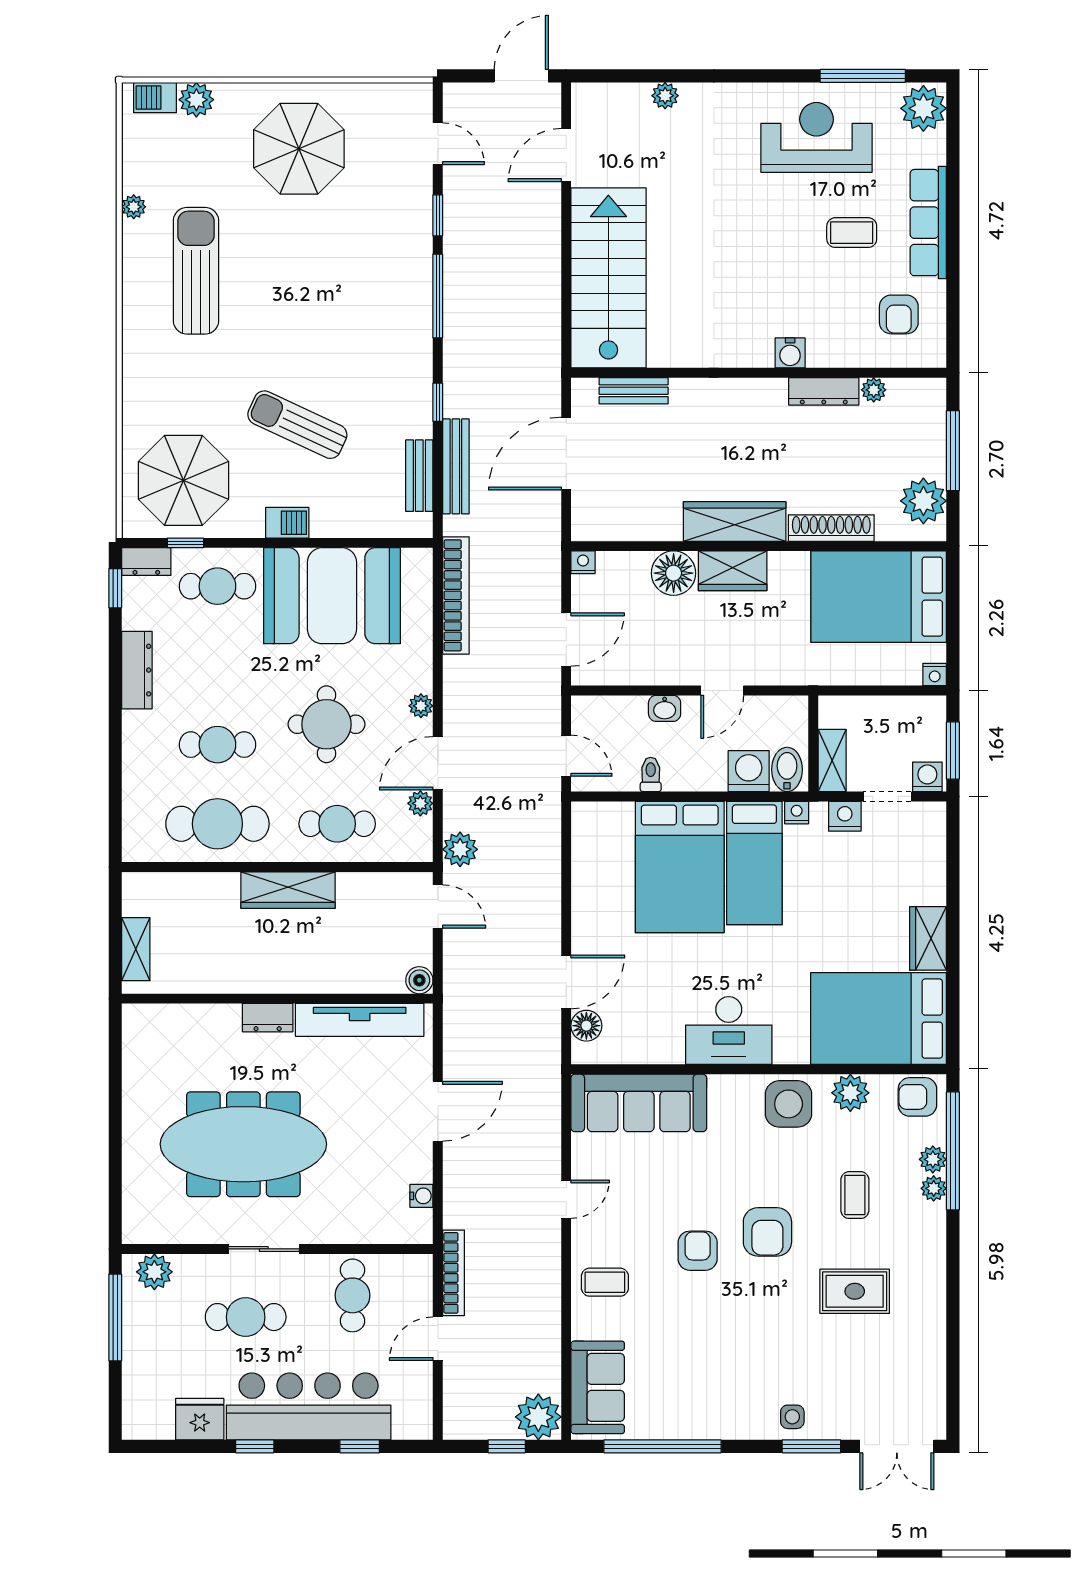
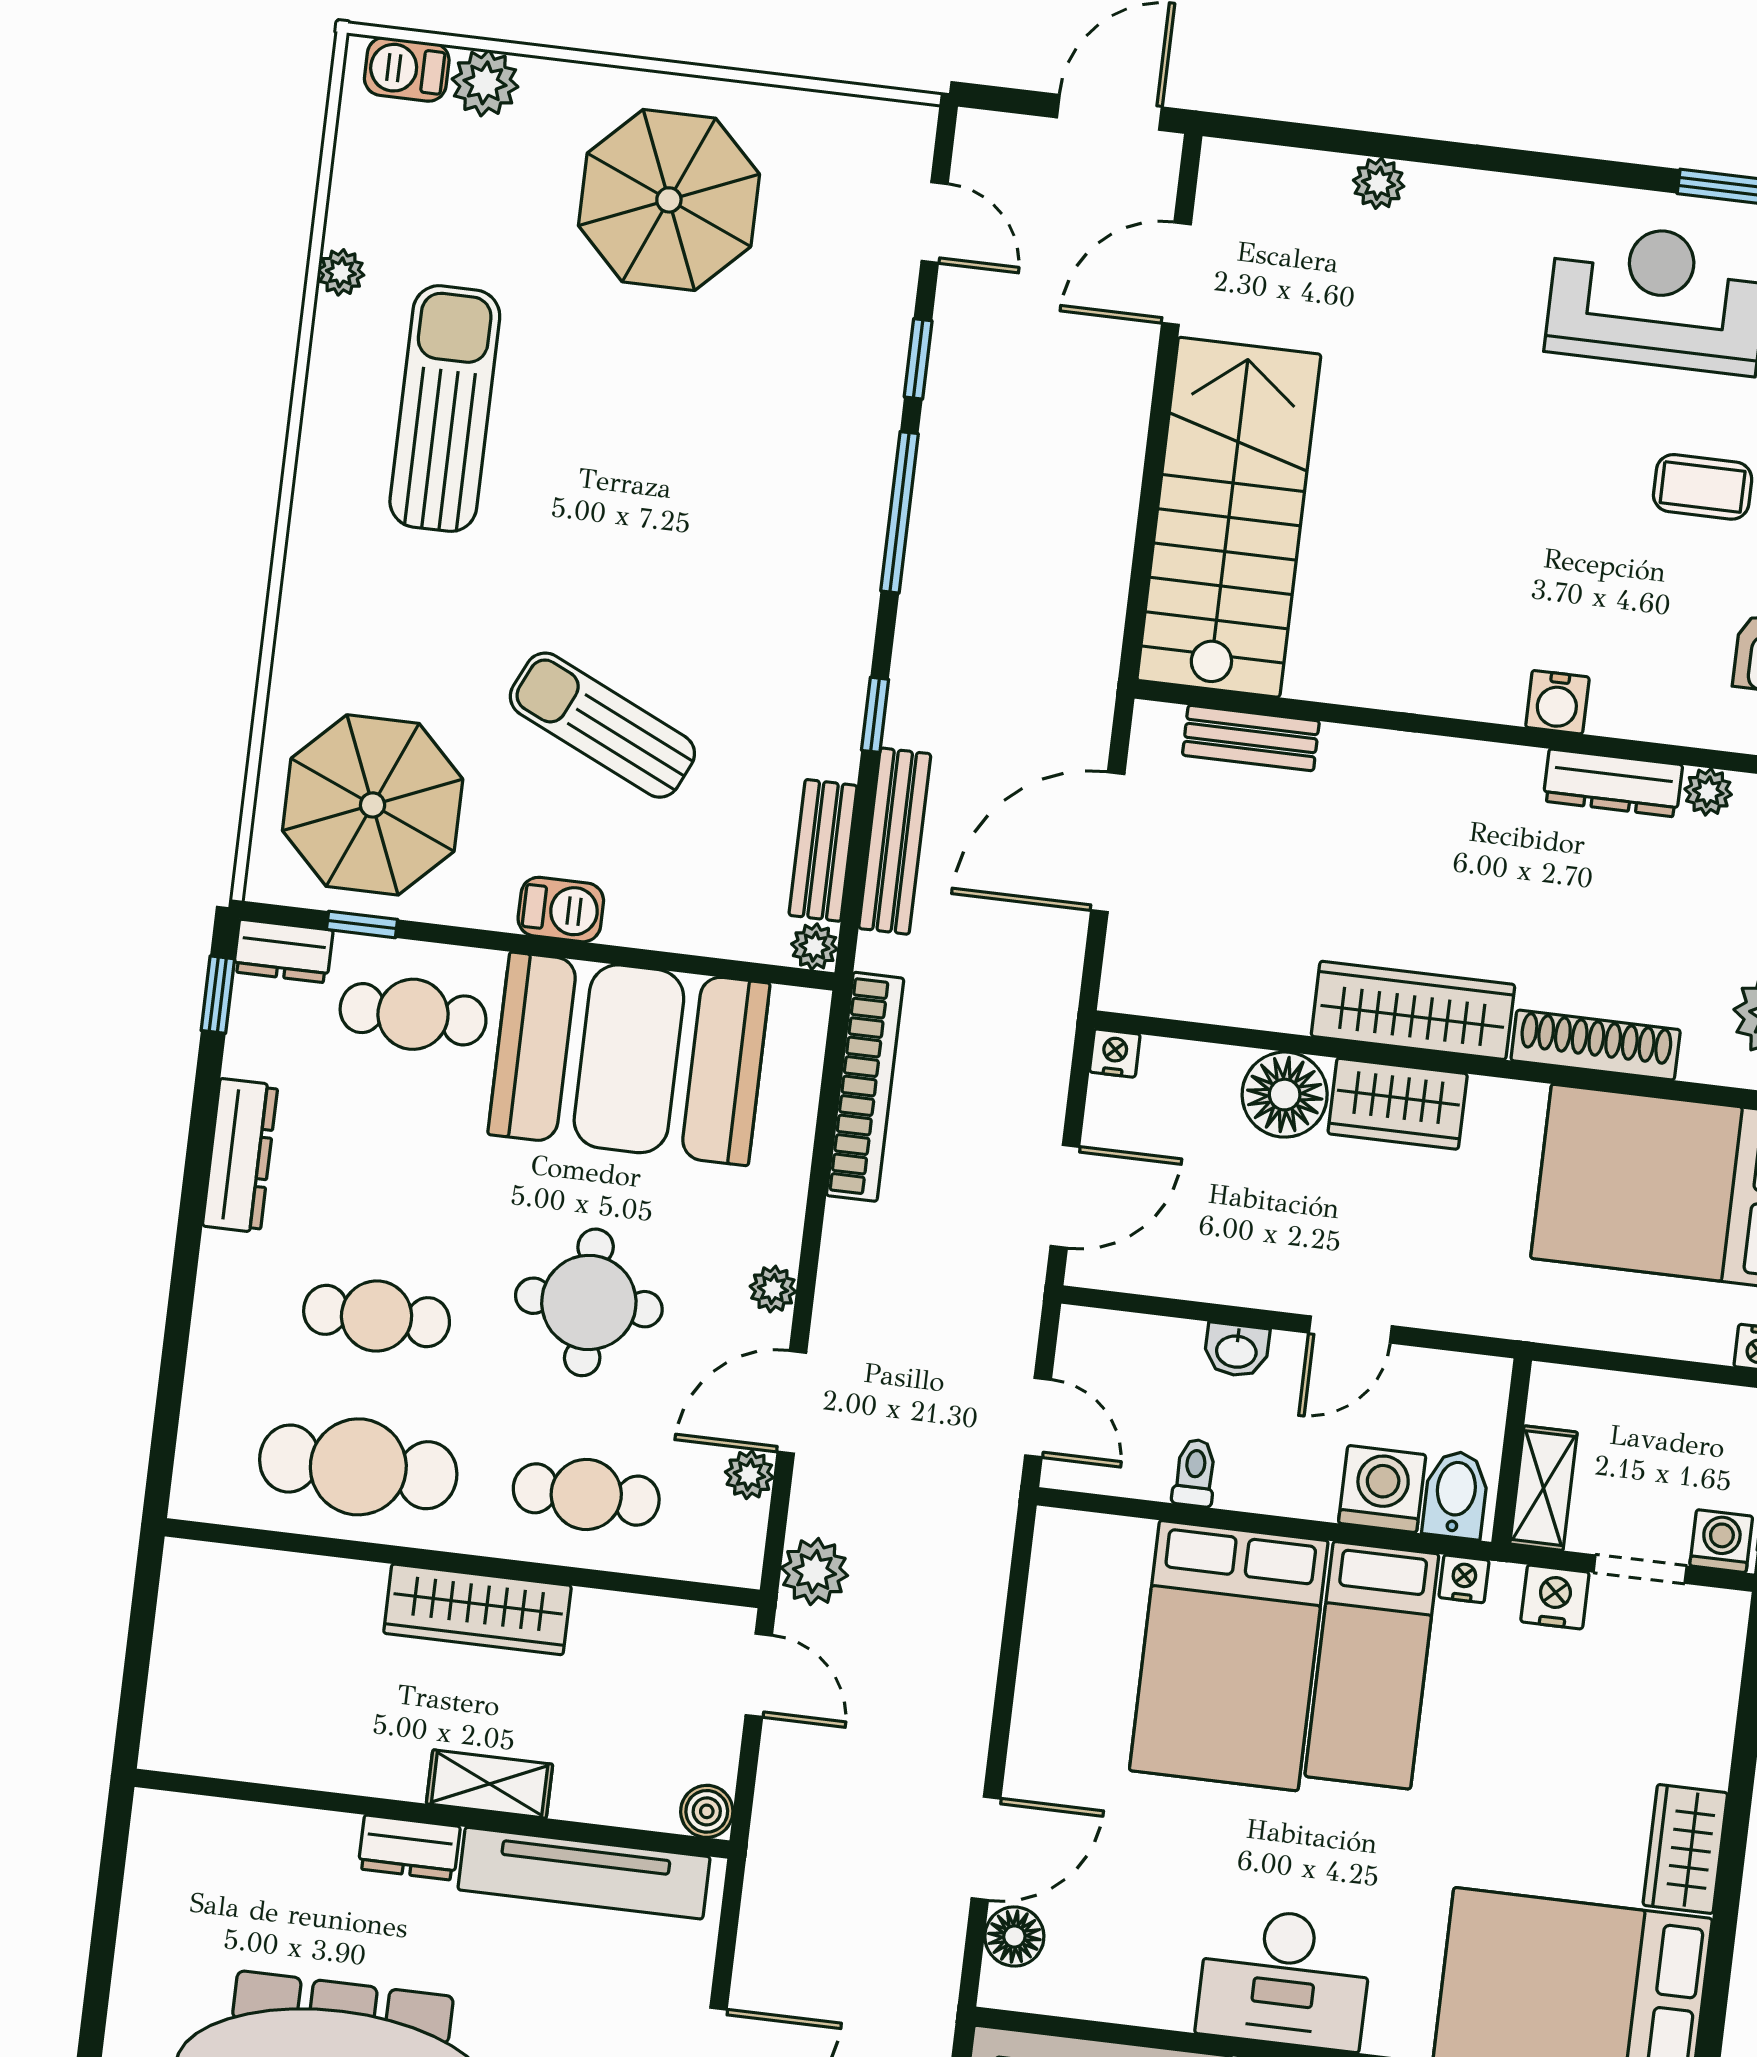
plant: (421, 526) -> (814, 947), added
shelving: (136, 949) -> (490, 1784), moved, turned 90

